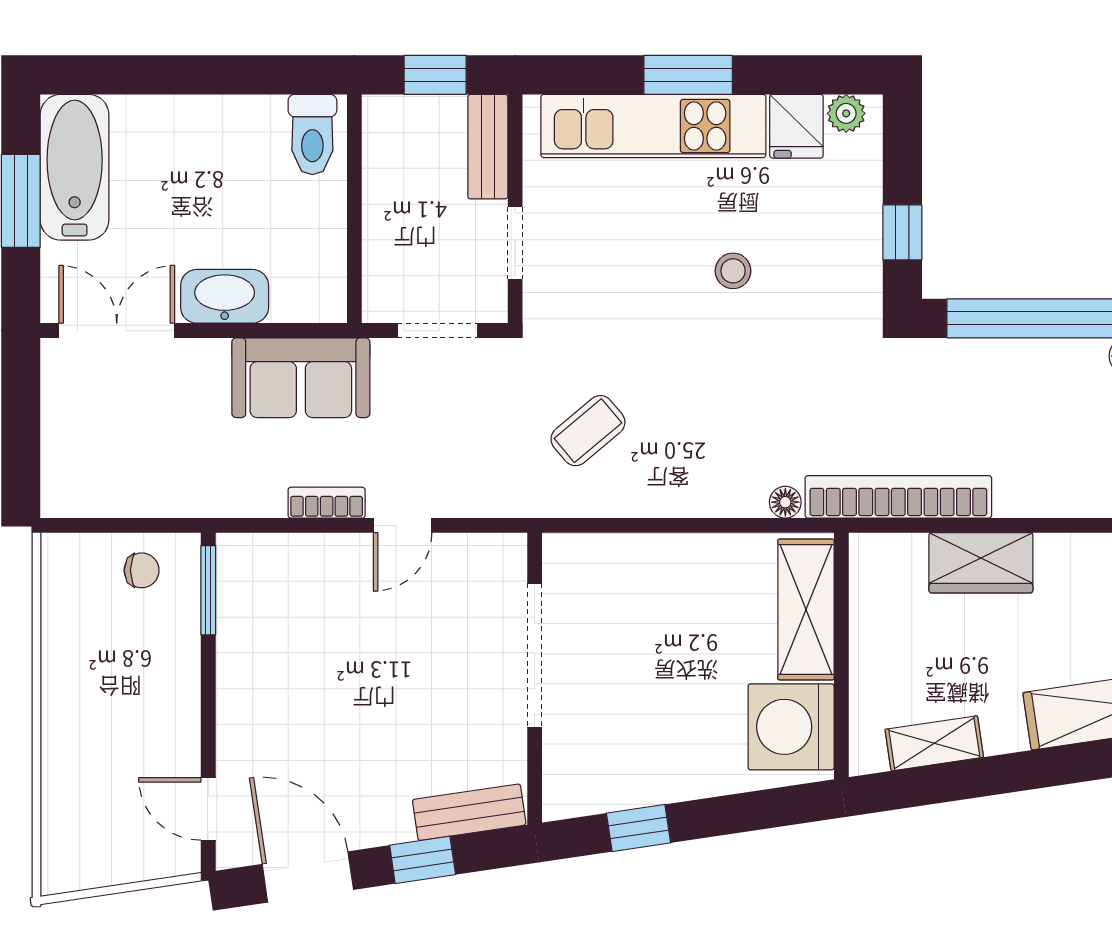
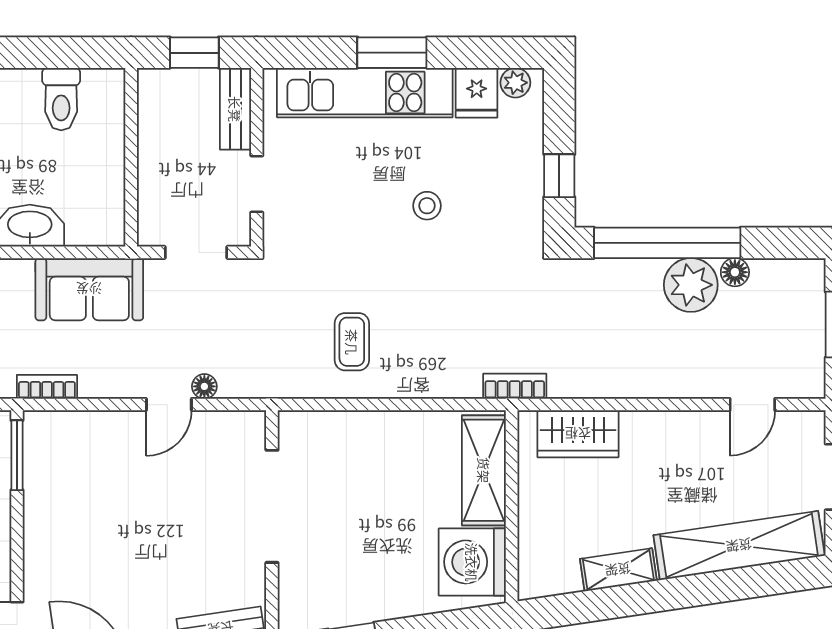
toilet: (312, 134) -> (61, 99), moved
plant: (1071, 372) -> (691, 285), added
coffee table: (588, 431) -> (352, 342), moved, turned -50
bookcase: (898, 497) -> (515, 386), width x0.43, depth x0.76
floor lamp: (785, 502) -> (204, 386), moved
bookcase: (327, 503) -> (47, 387), moved
wardrobe: (981, 563) -> (578, 434), moved
shelving: (934, 743) -> (618, 570), moved

